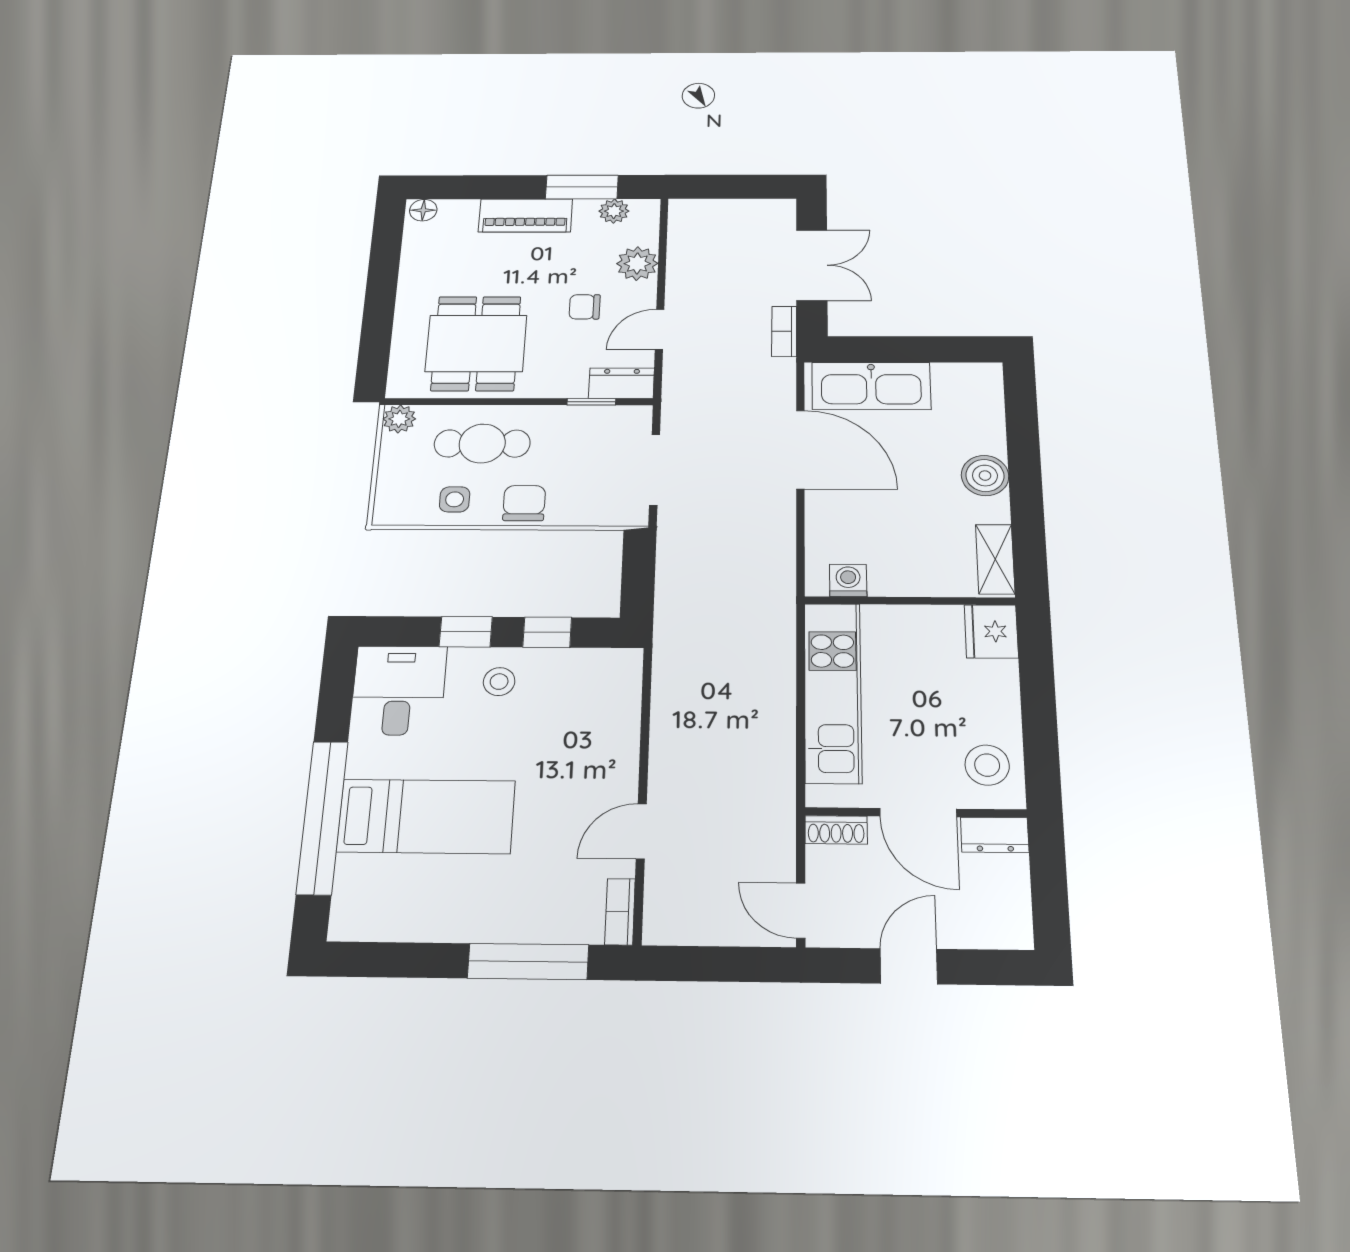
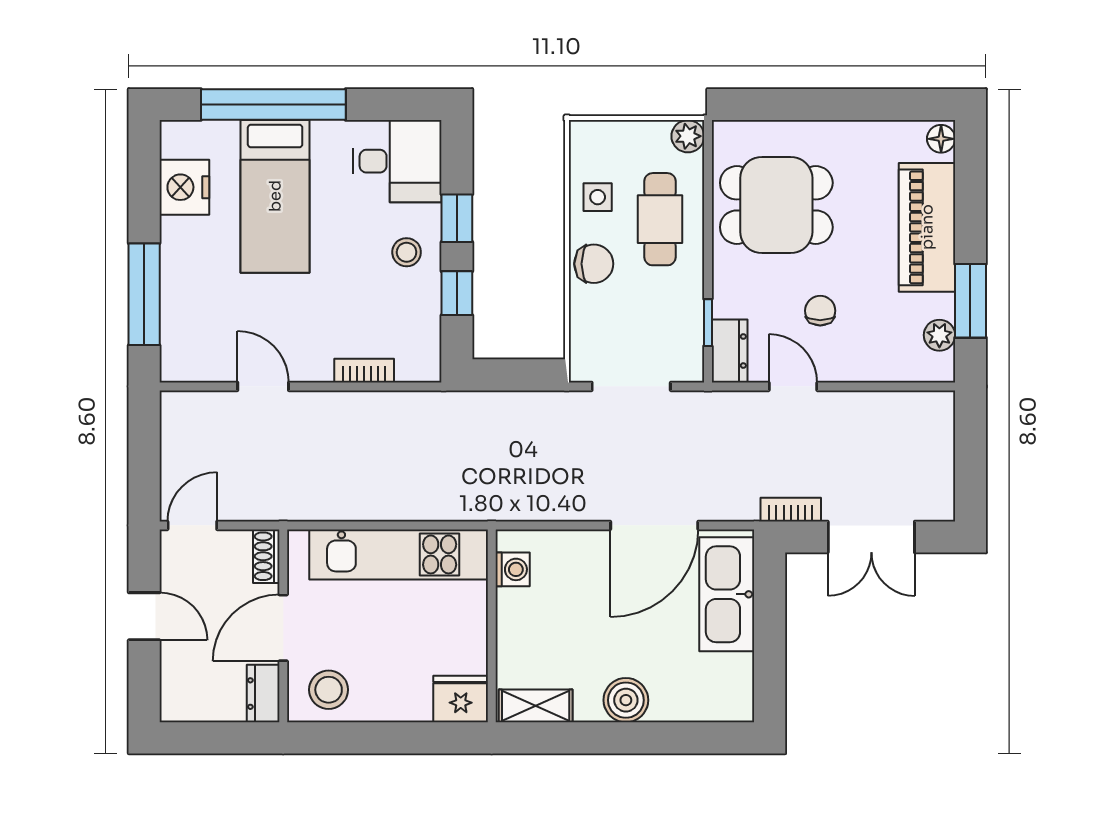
piano: (525, 216) -> (927, 227), width x1.37, depth x1.33
plant: (637, 264) -> (873, 361), removed
bookcase: (620, 912) -> (364, 371), moved
nightstand: (407, 915) -> (184, 187), added

